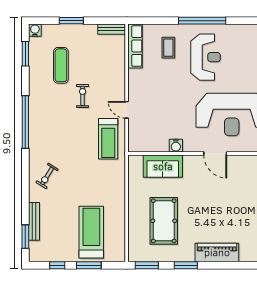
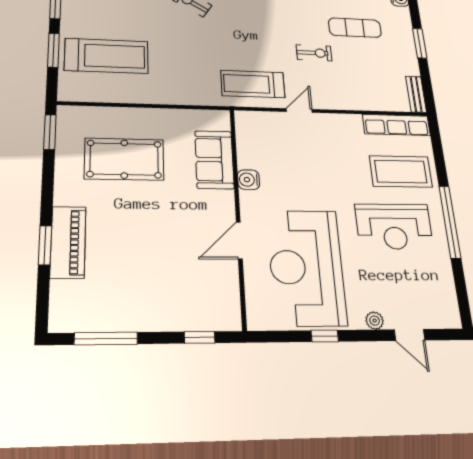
coffee table: (168, 48) -> (401, 172), width x1.86, depth x1.72
window: (186, 265) -> (45, 245), moved

